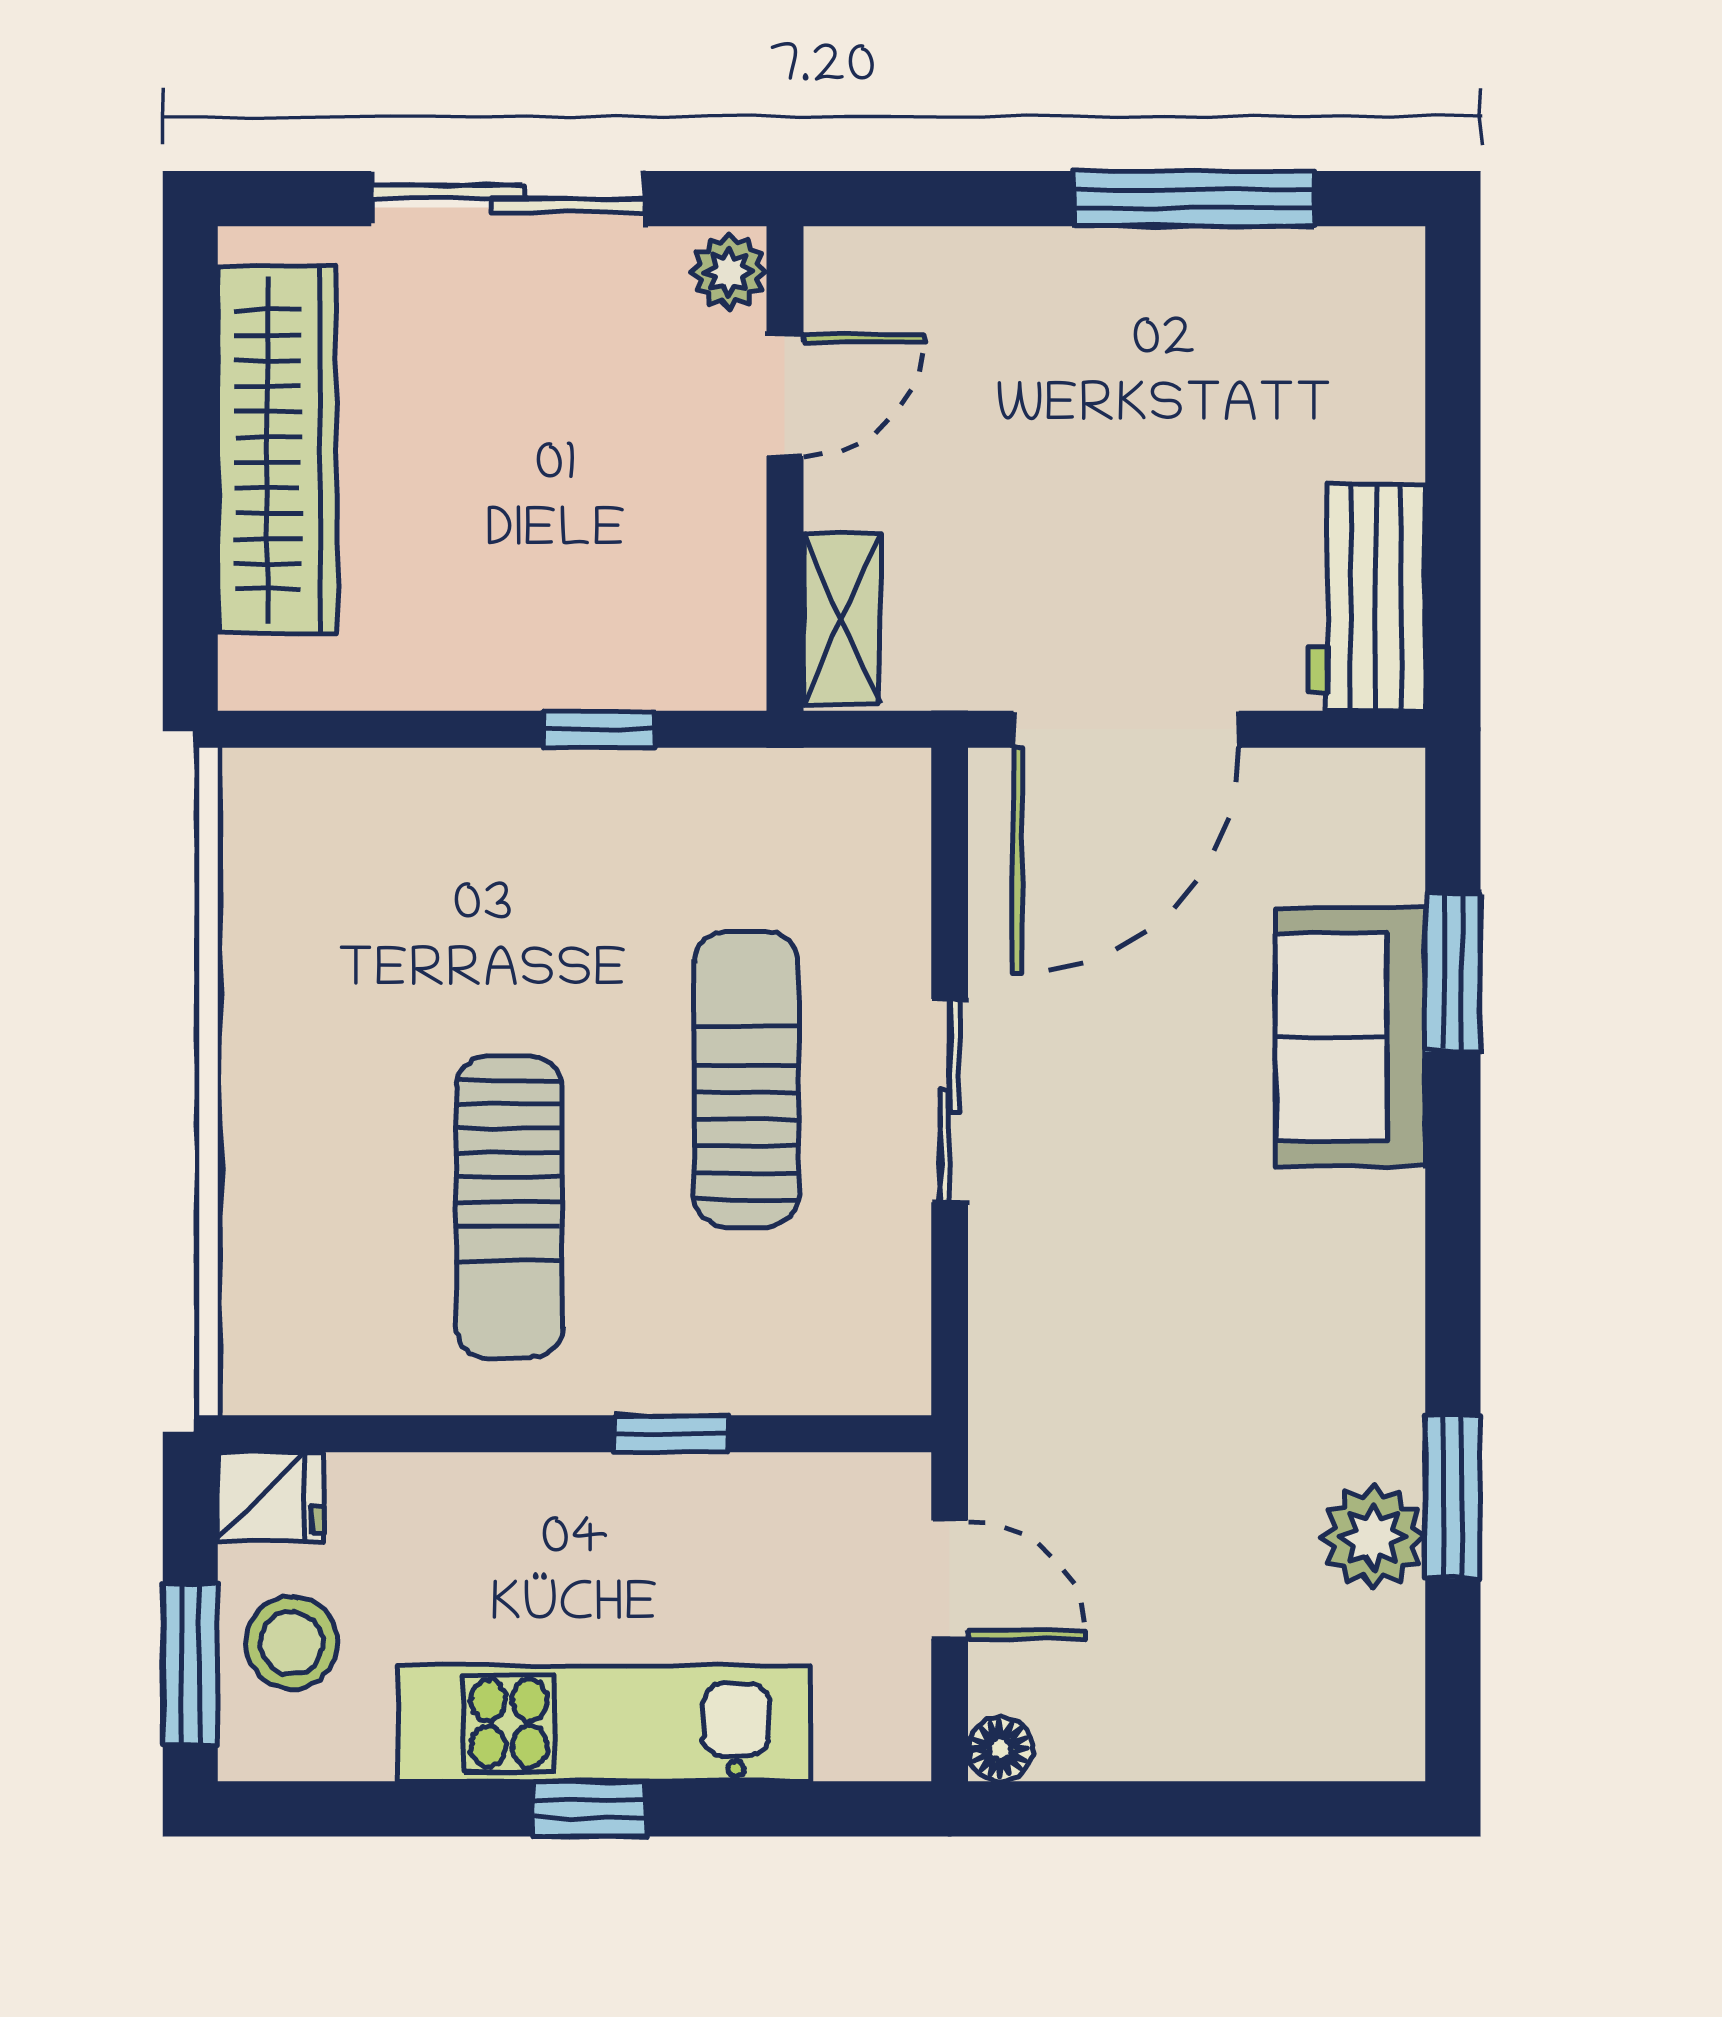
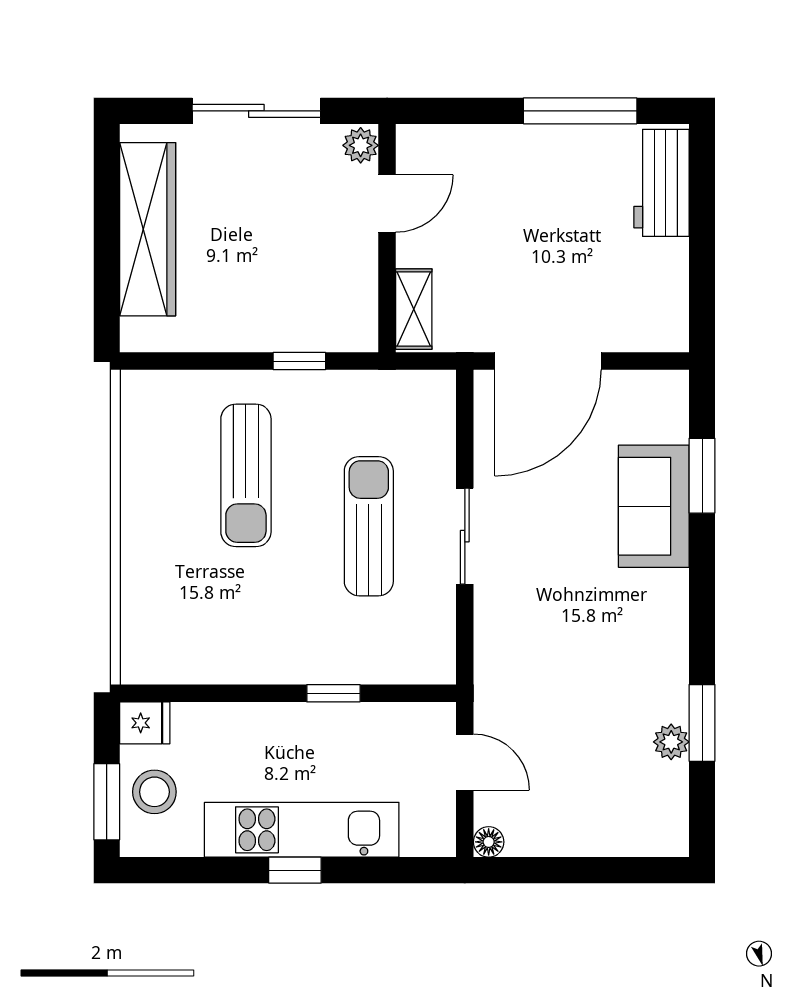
workbench: (1367, 597) -> (661, 183), moved
sun lounger: (509, 1207) -> (246, 475), moved
plant: (1373, 1537) -> (671, 742), width x0.73, depth x0.73

